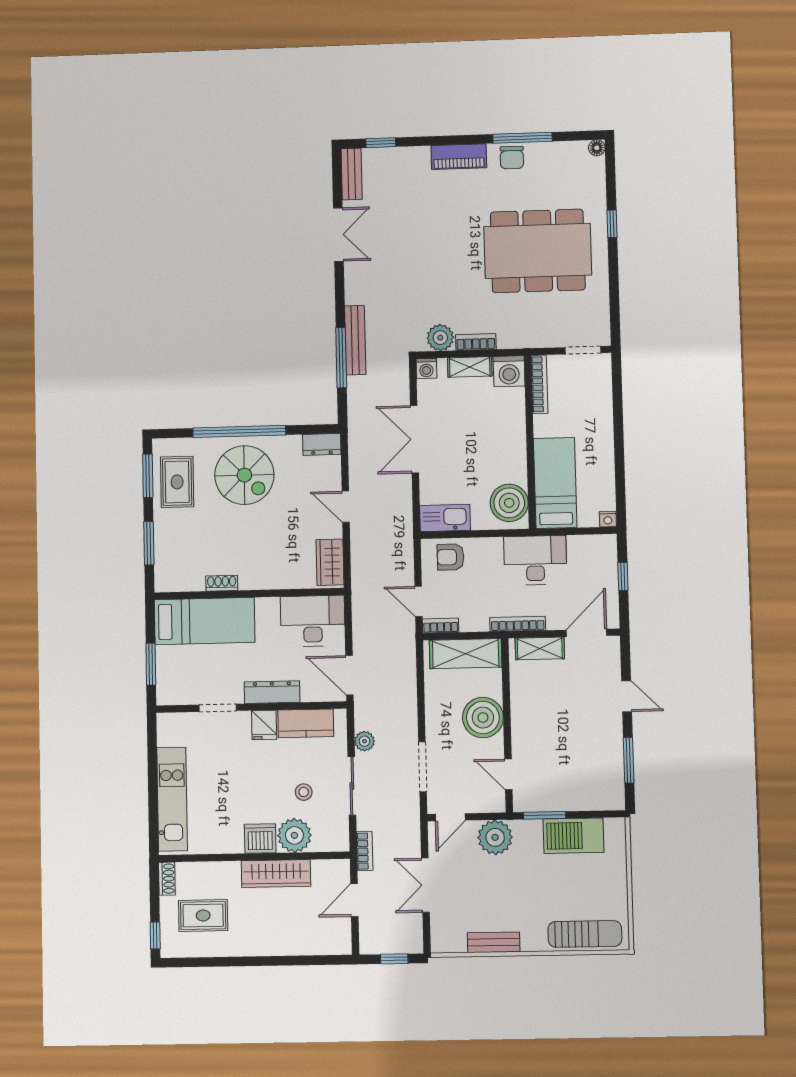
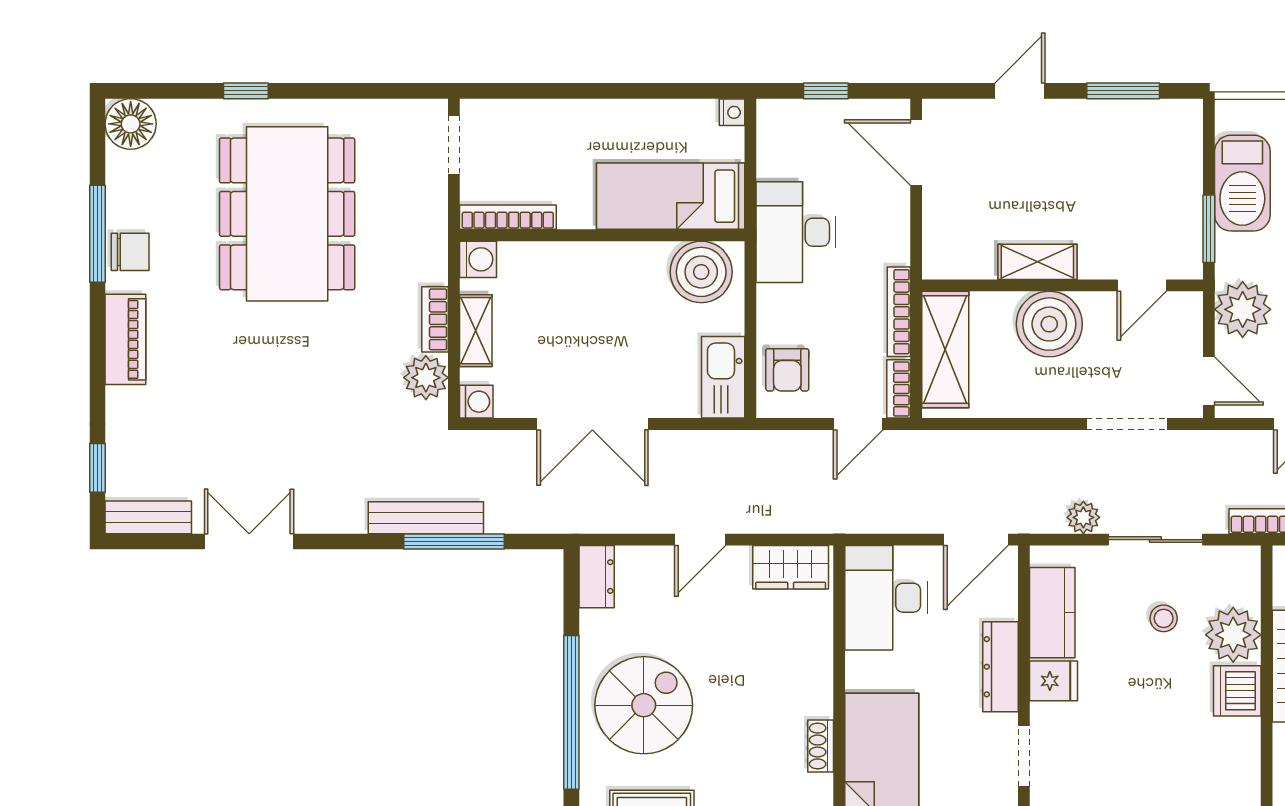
floor lamp: (597, 148) -> (131, 124), width x1.89, depth x1.89
washing machine: (509, 371) -> (478, 259), width x0.73, depth x0.73
bookcase: (518, 624) -> (899, 312), moved
shelving: (540, 648) -> (1037, 262), moved, turned 90

